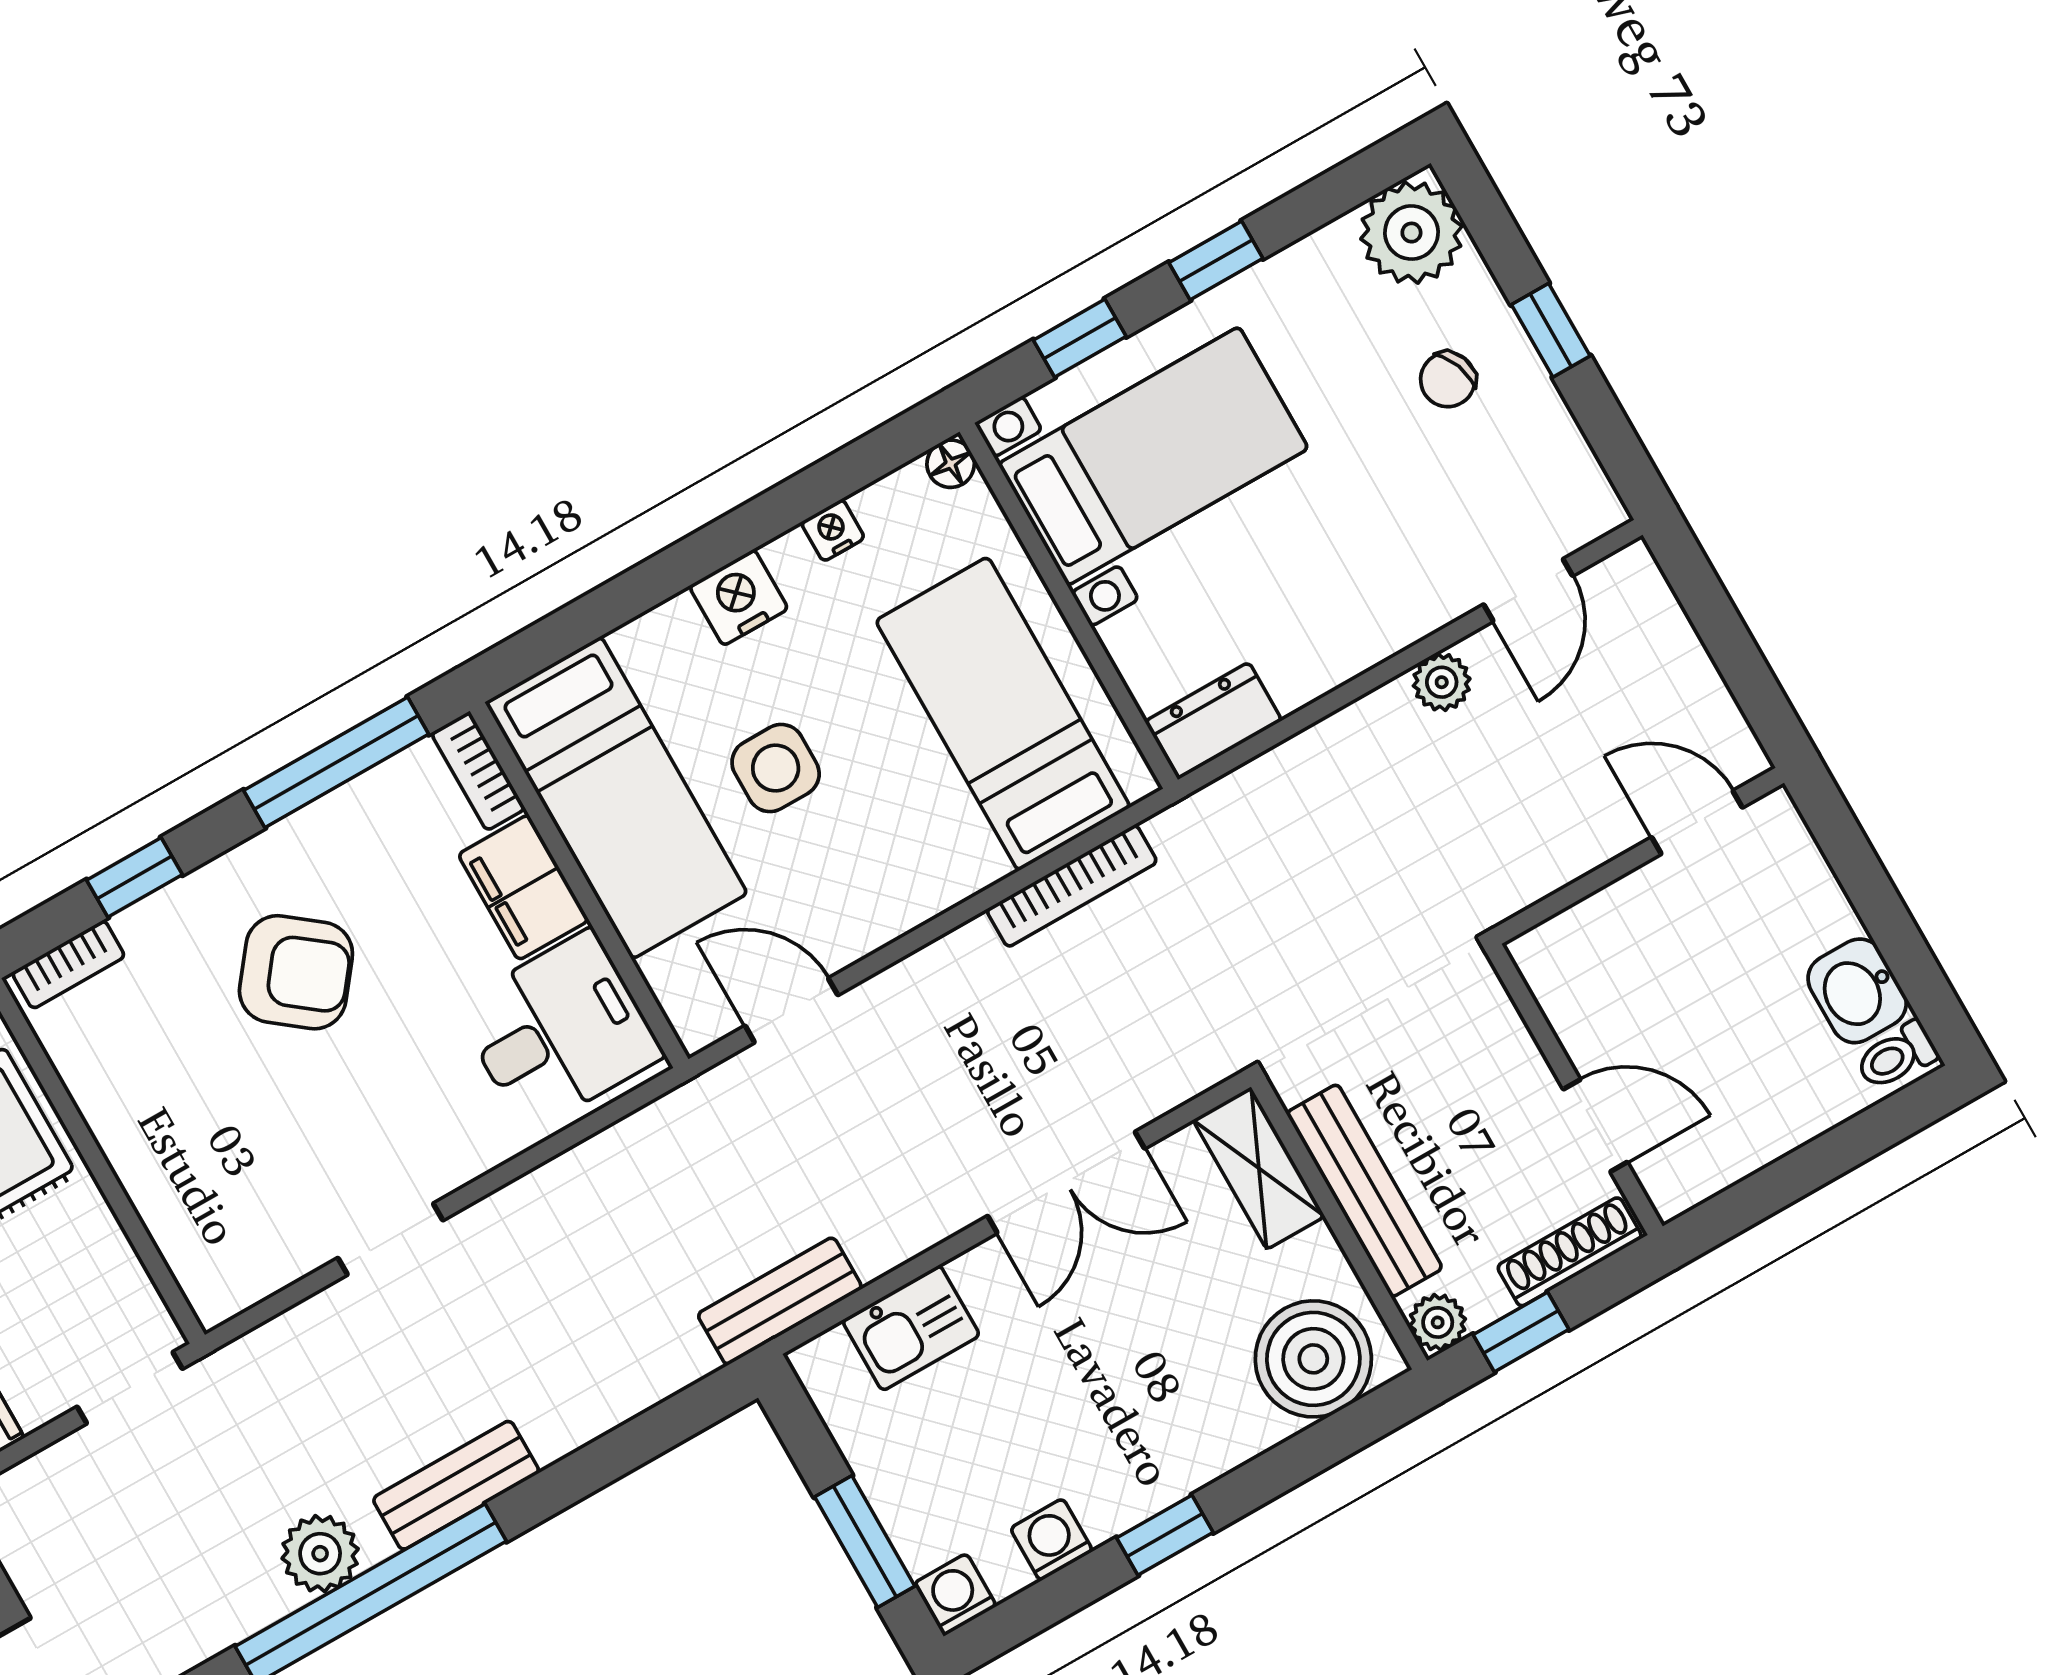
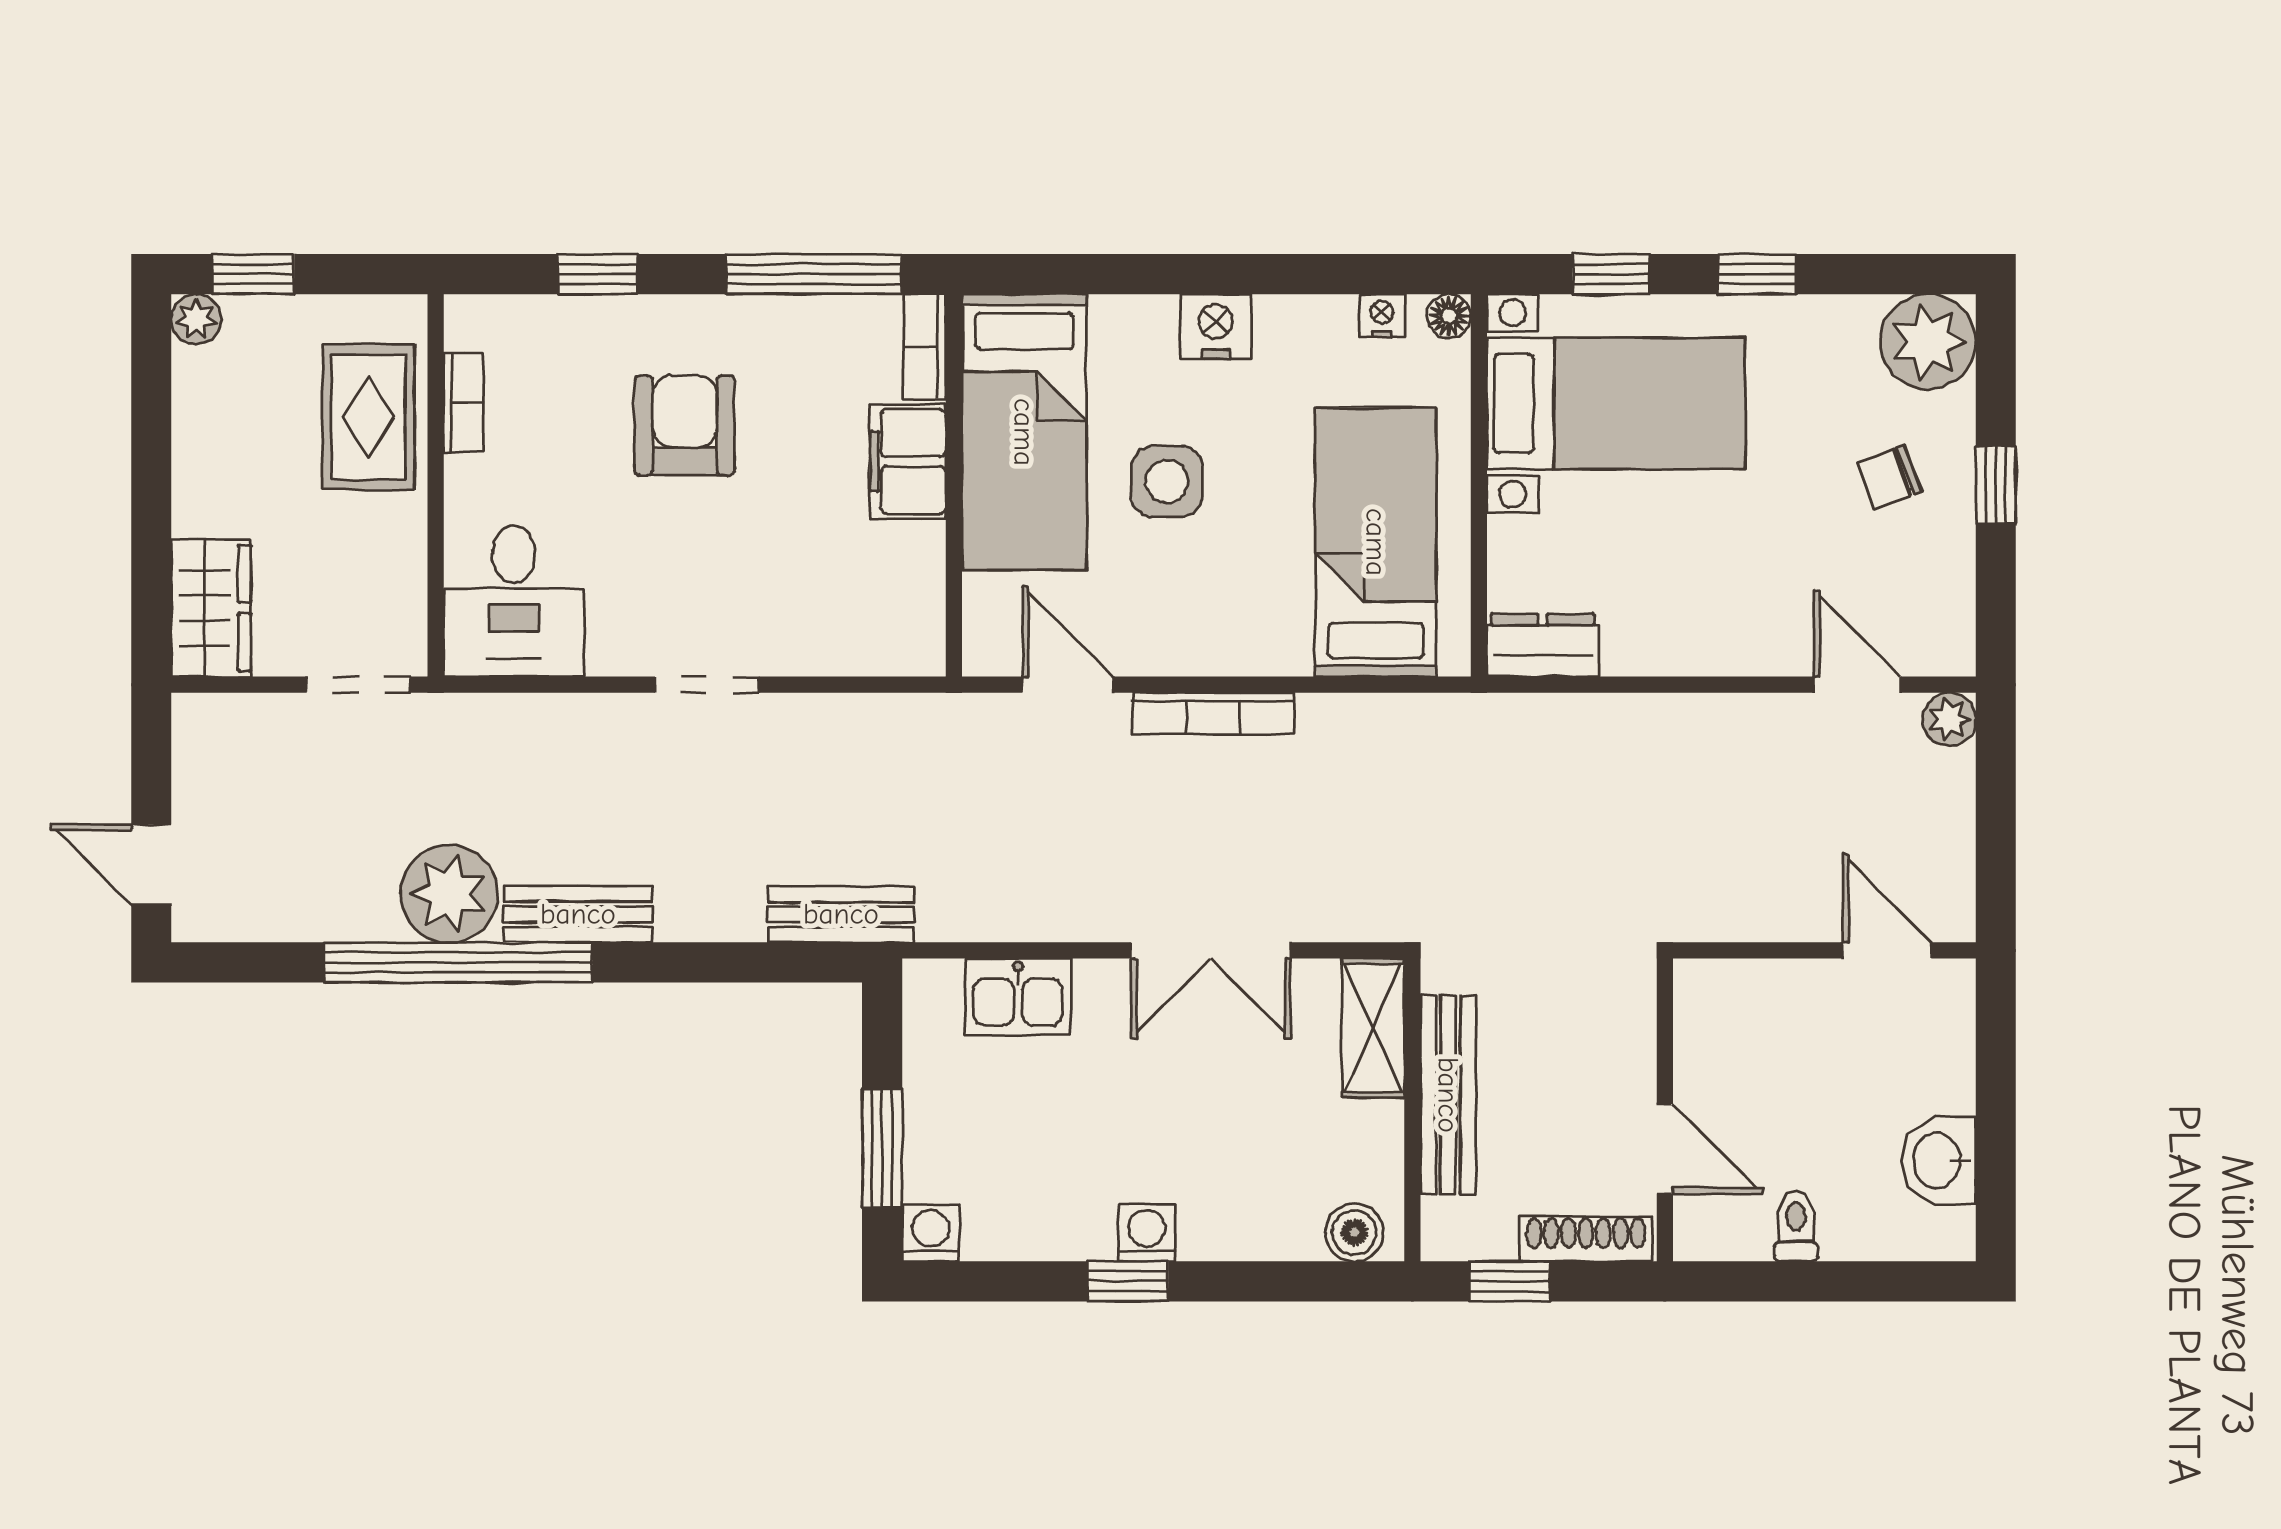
nightstand: (833, 530) -> (1382, 315), moved
door: (1528, 590) -> (1858, 685), swing flipped
plant: (1442, 682) -> (1949, 719), moved
bookcase: (1072, 886) -> (1213, 713), moved
bookcase: (68, 964) -> (464, 402), moved, turned -90
armchair: (296, 972) -> (685, 425), turned -128
desk: (559, 1031) -> (514, 601), moved, turned 90
toilet: (1896, 1056) -> (1796, 1226), moved, turned 90
doorway: (390, 1239) -> (707, 685), moved
bench: (780, 1301) -> (841, 914), moved
plant: (1438, 1322) -> (1447, 1235), removed
boiler: (1313, 1359) -> (1354, 1232), width x0.54, depth x0.54
washing machine: (1052, 1540) -> (1147, 1233), moved
plant: (320, 1554) -> (449, 894), width x1.36, depth x1.36

